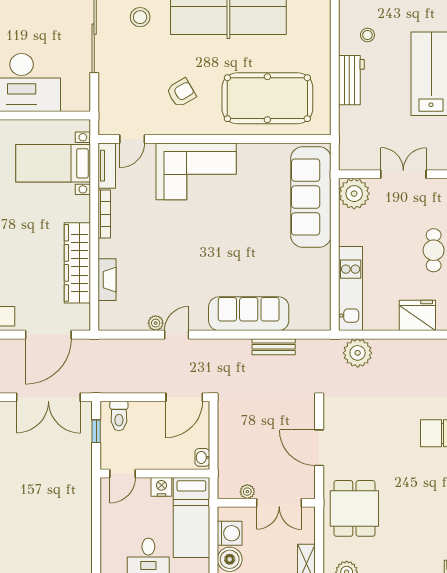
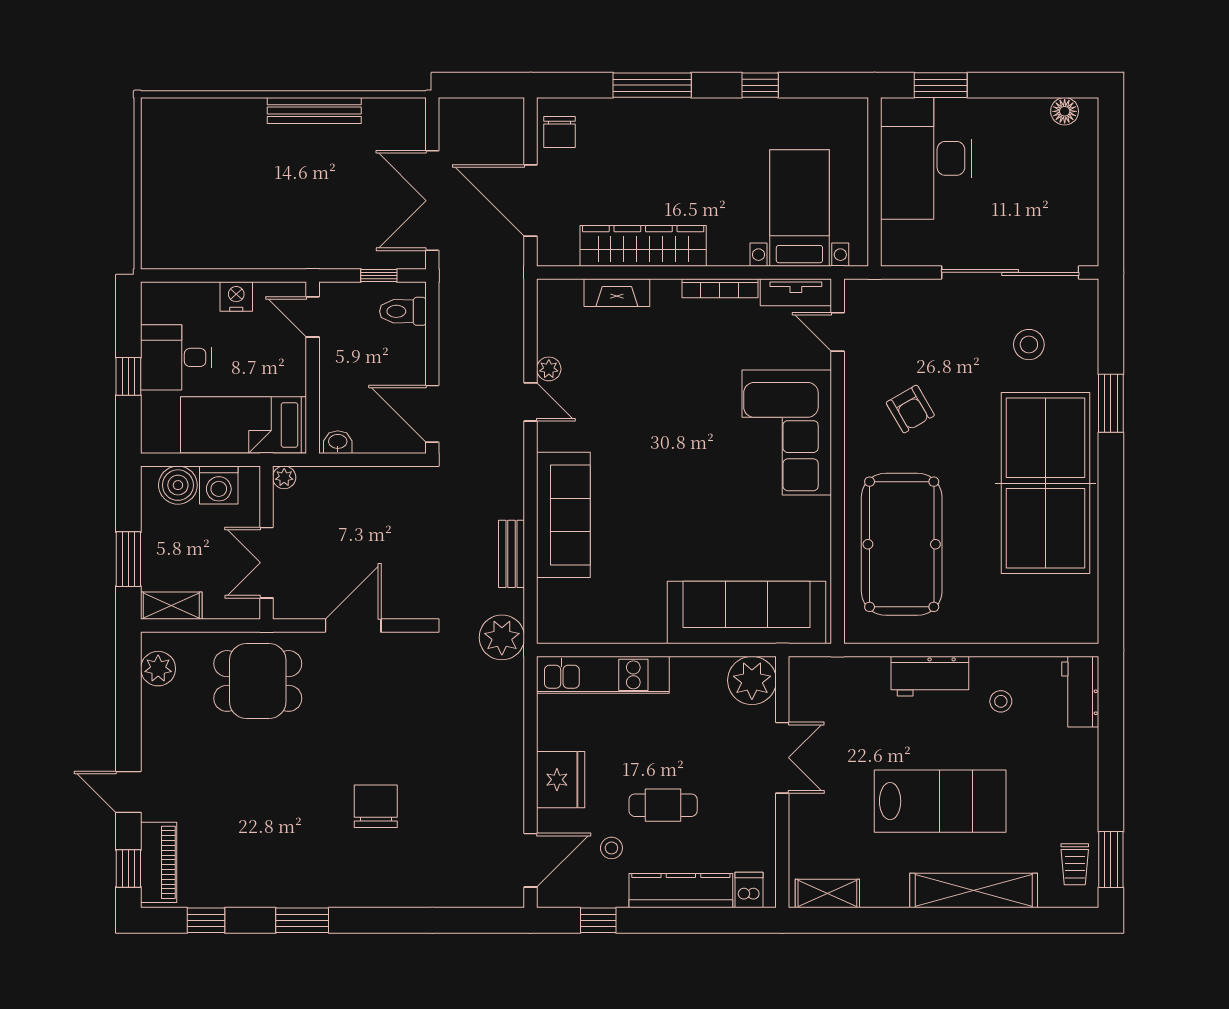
plant: (358, 353) -> (502, 637), moved
nightstand: (161, 487) -> (236, 296), moved, turned -90
plant: (247, 492) -> (284, 477), moved

